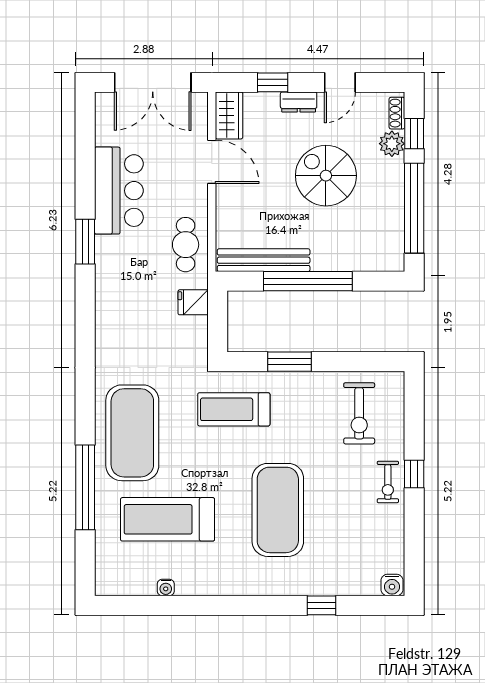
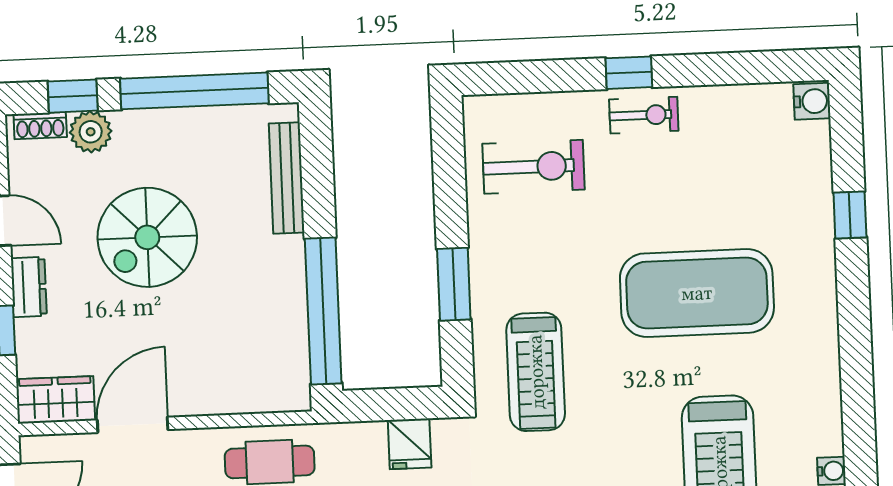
bench: (264, 260) -> (287, 178), moved, width x0.73, depth x0.82
window: (308, 281) -> (323, 311), moved
fridge: (193, 302) -> (410, 444), moved

